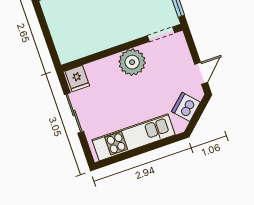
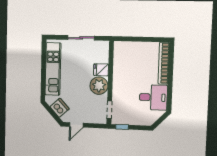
door: (201, 73) -> (76, 125), hinge flipped
fridge: (77, 78) -> (101, 70), moved

